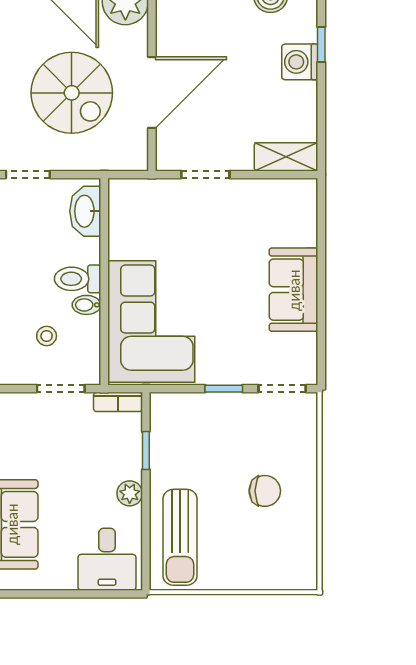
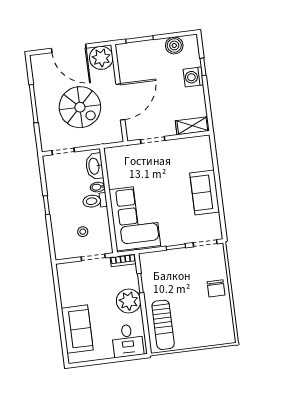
bidet: (86, 305) -> (98, 187), moved
chair: (265, 491) -> (216, 288), moved, turned 90
plant: (130, 493) -> (129, 301), width x1.88, depth x1.88

